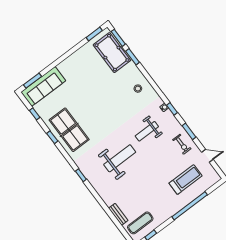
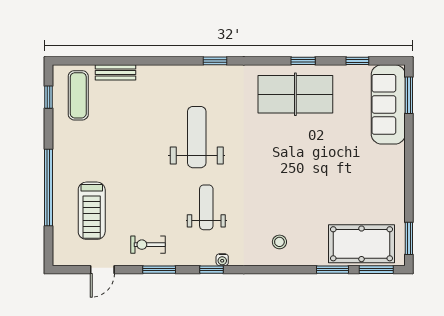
weight bench: (120, 158) -> (197, 137), turned 180

